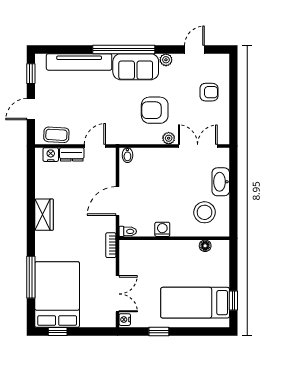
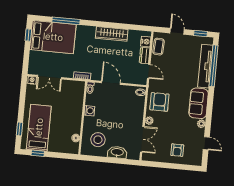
window: (124, 50) -> (214, 66), moved
armchair: (155, 110) -> (159, 102), moved
wardrobe: (44, 215) -> (112, 34), width x1.50
window: (159, 331) -> (19, 129), moved

